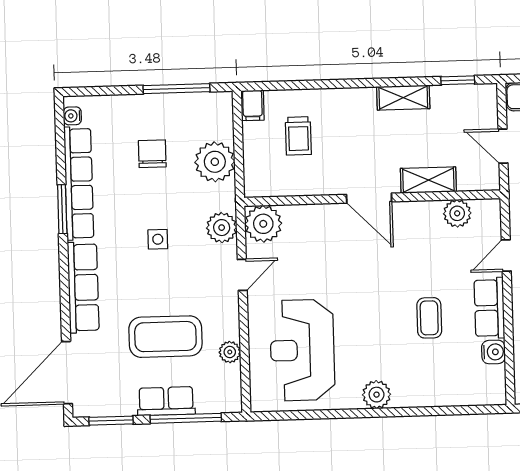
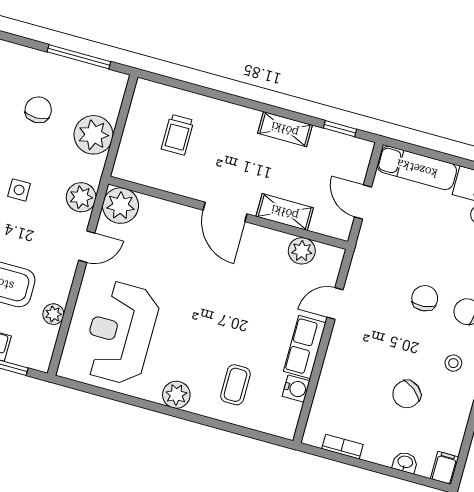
filing cabinet: (252, 105) -> (144, 94), removed
coffee table: (429, 318) -> (235, 385), moved

